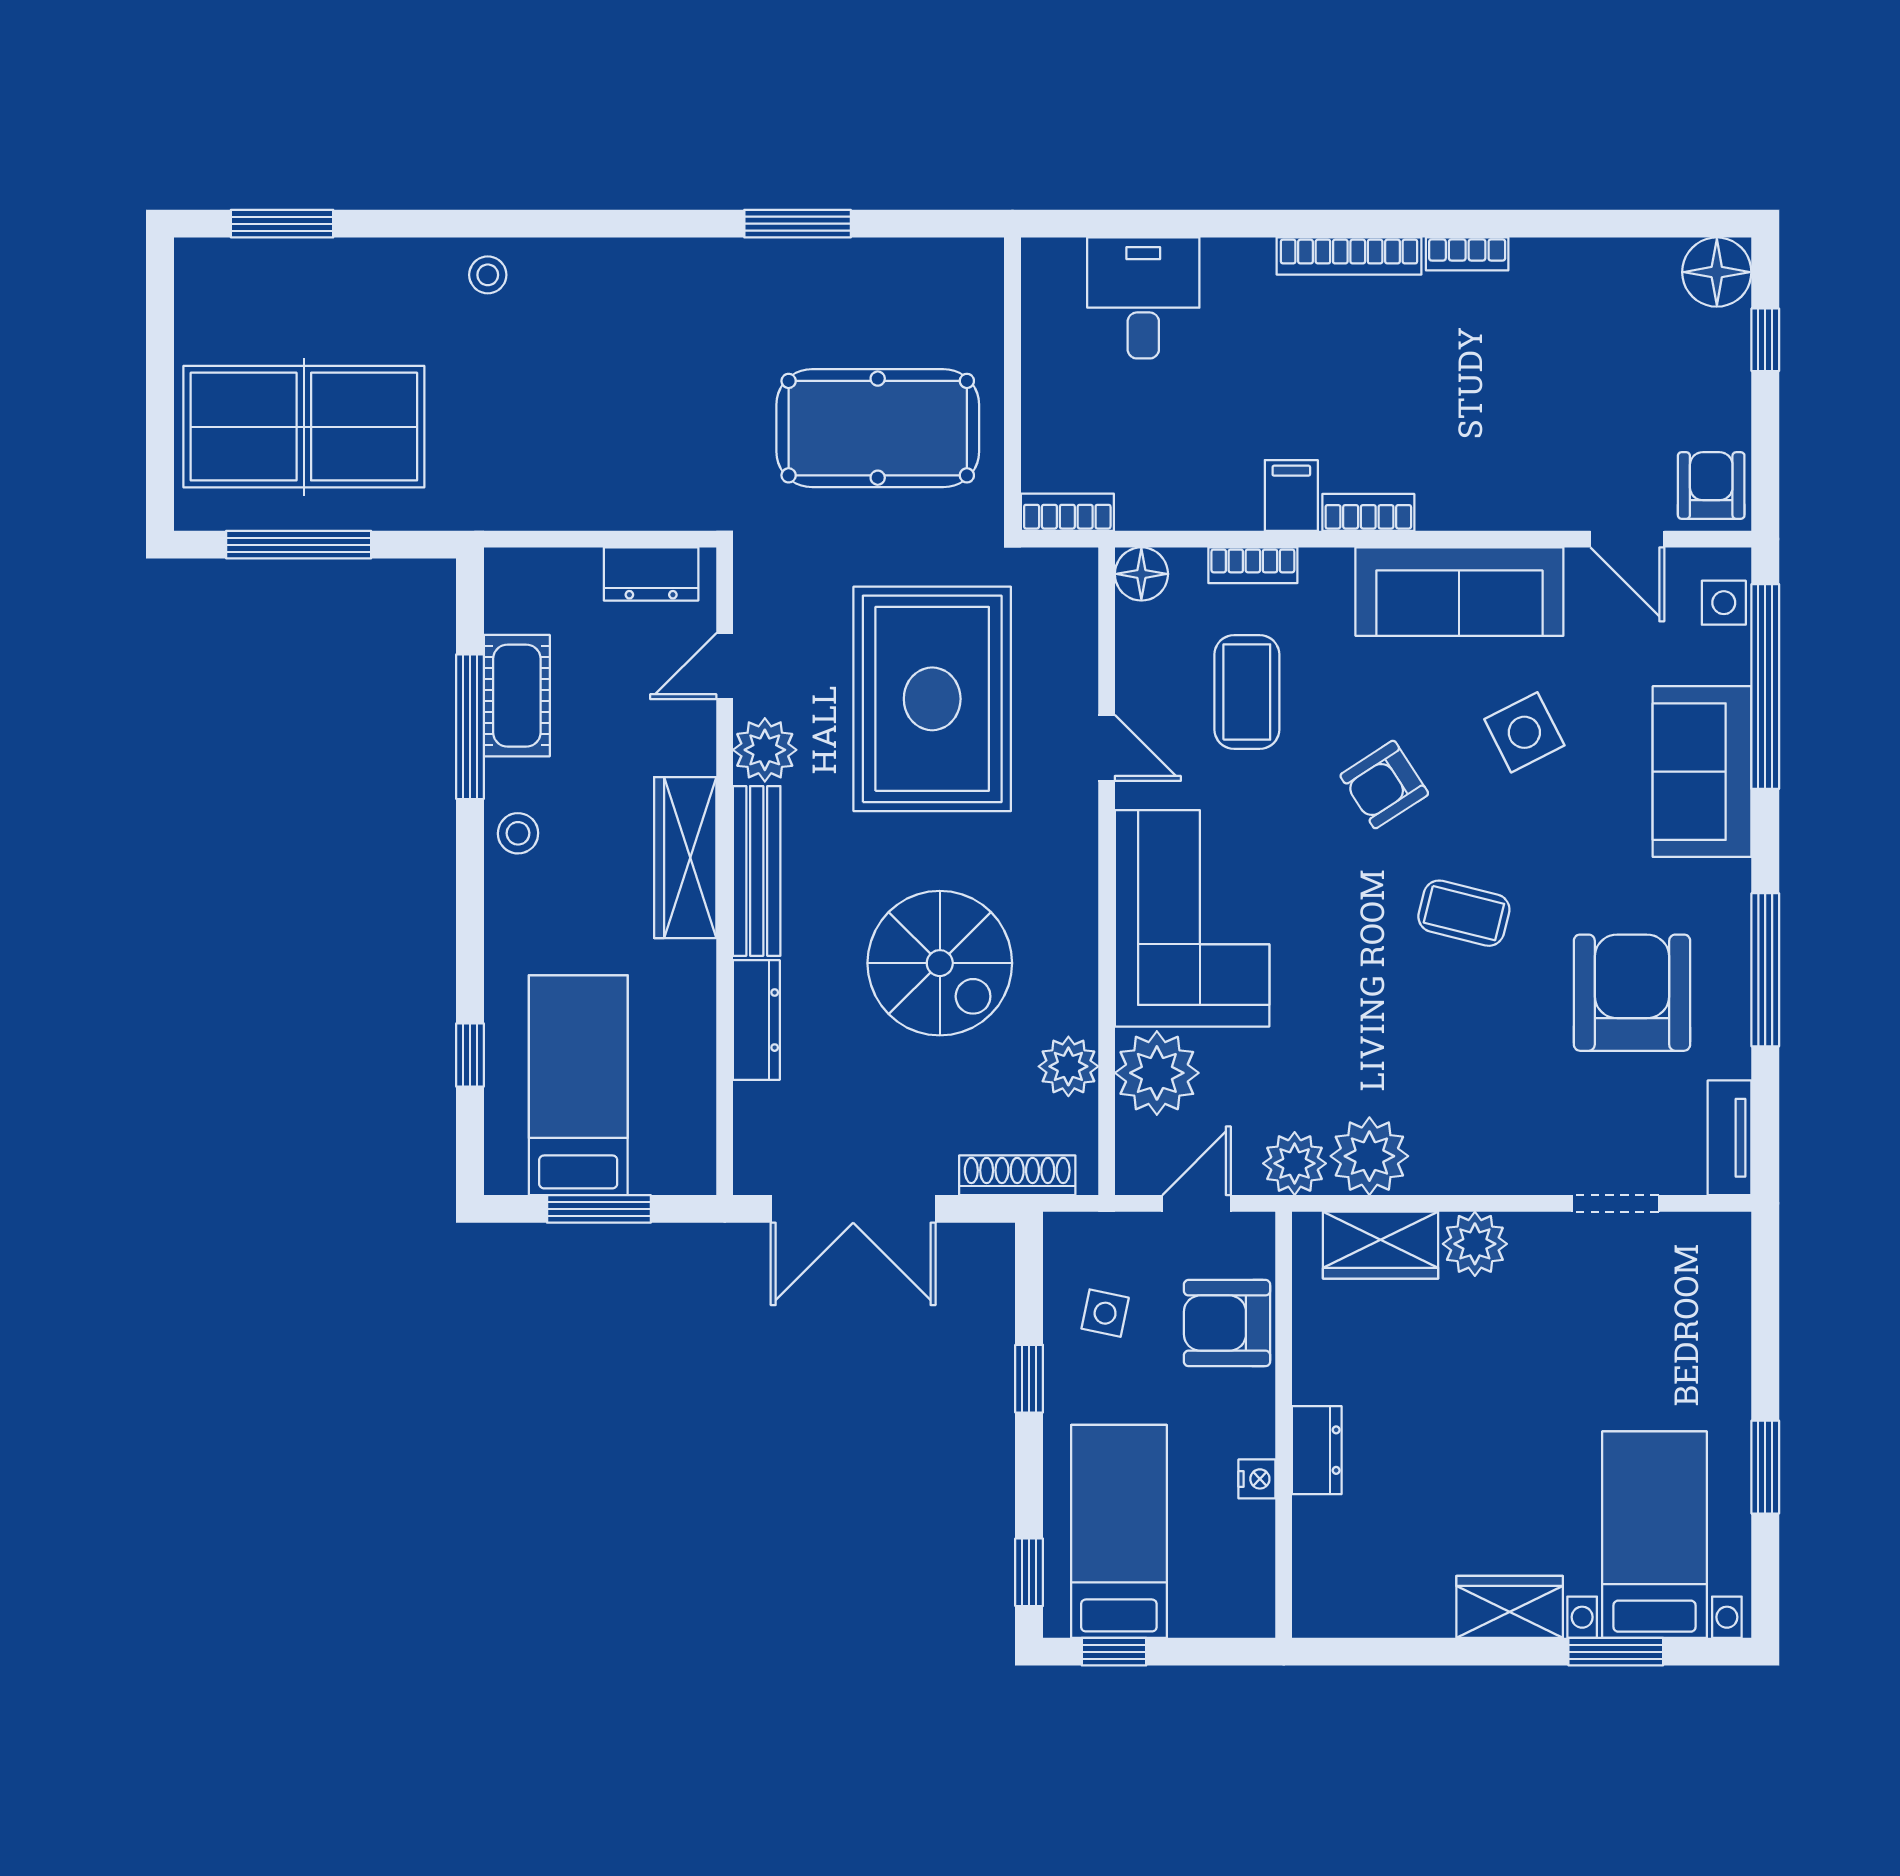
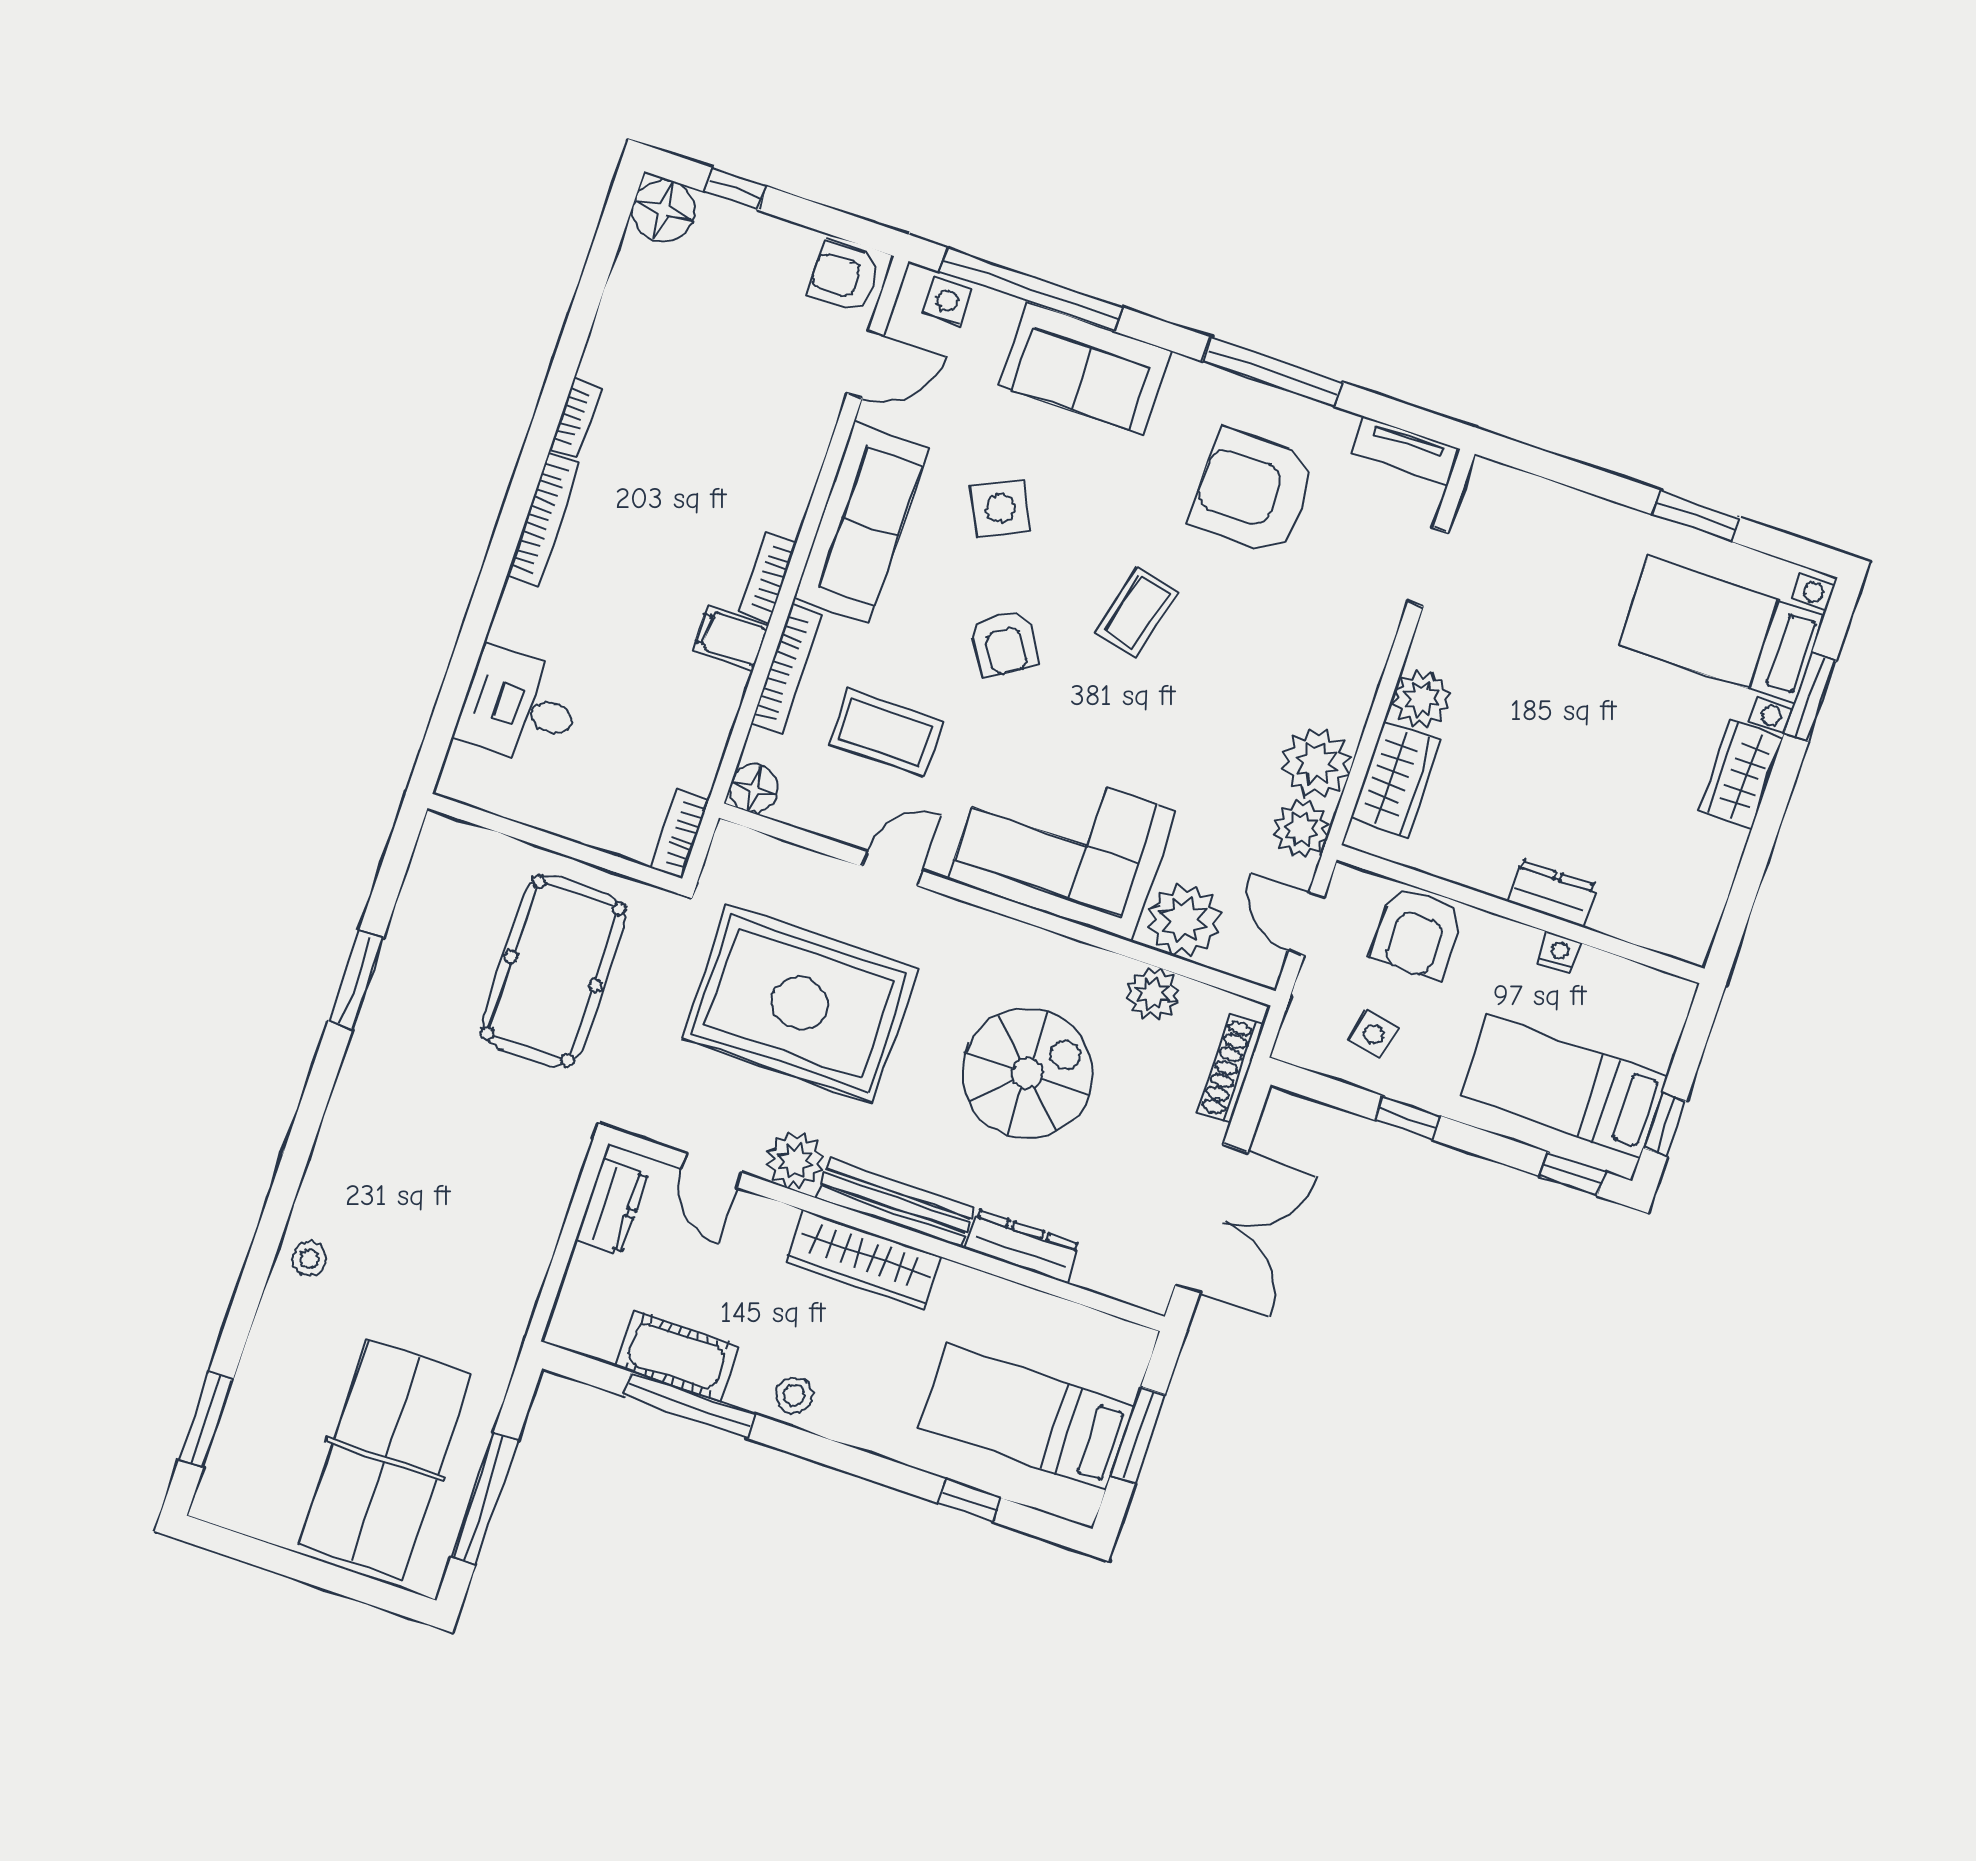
bookcase: (1253, 565) -> (786, 670), width x1.56

